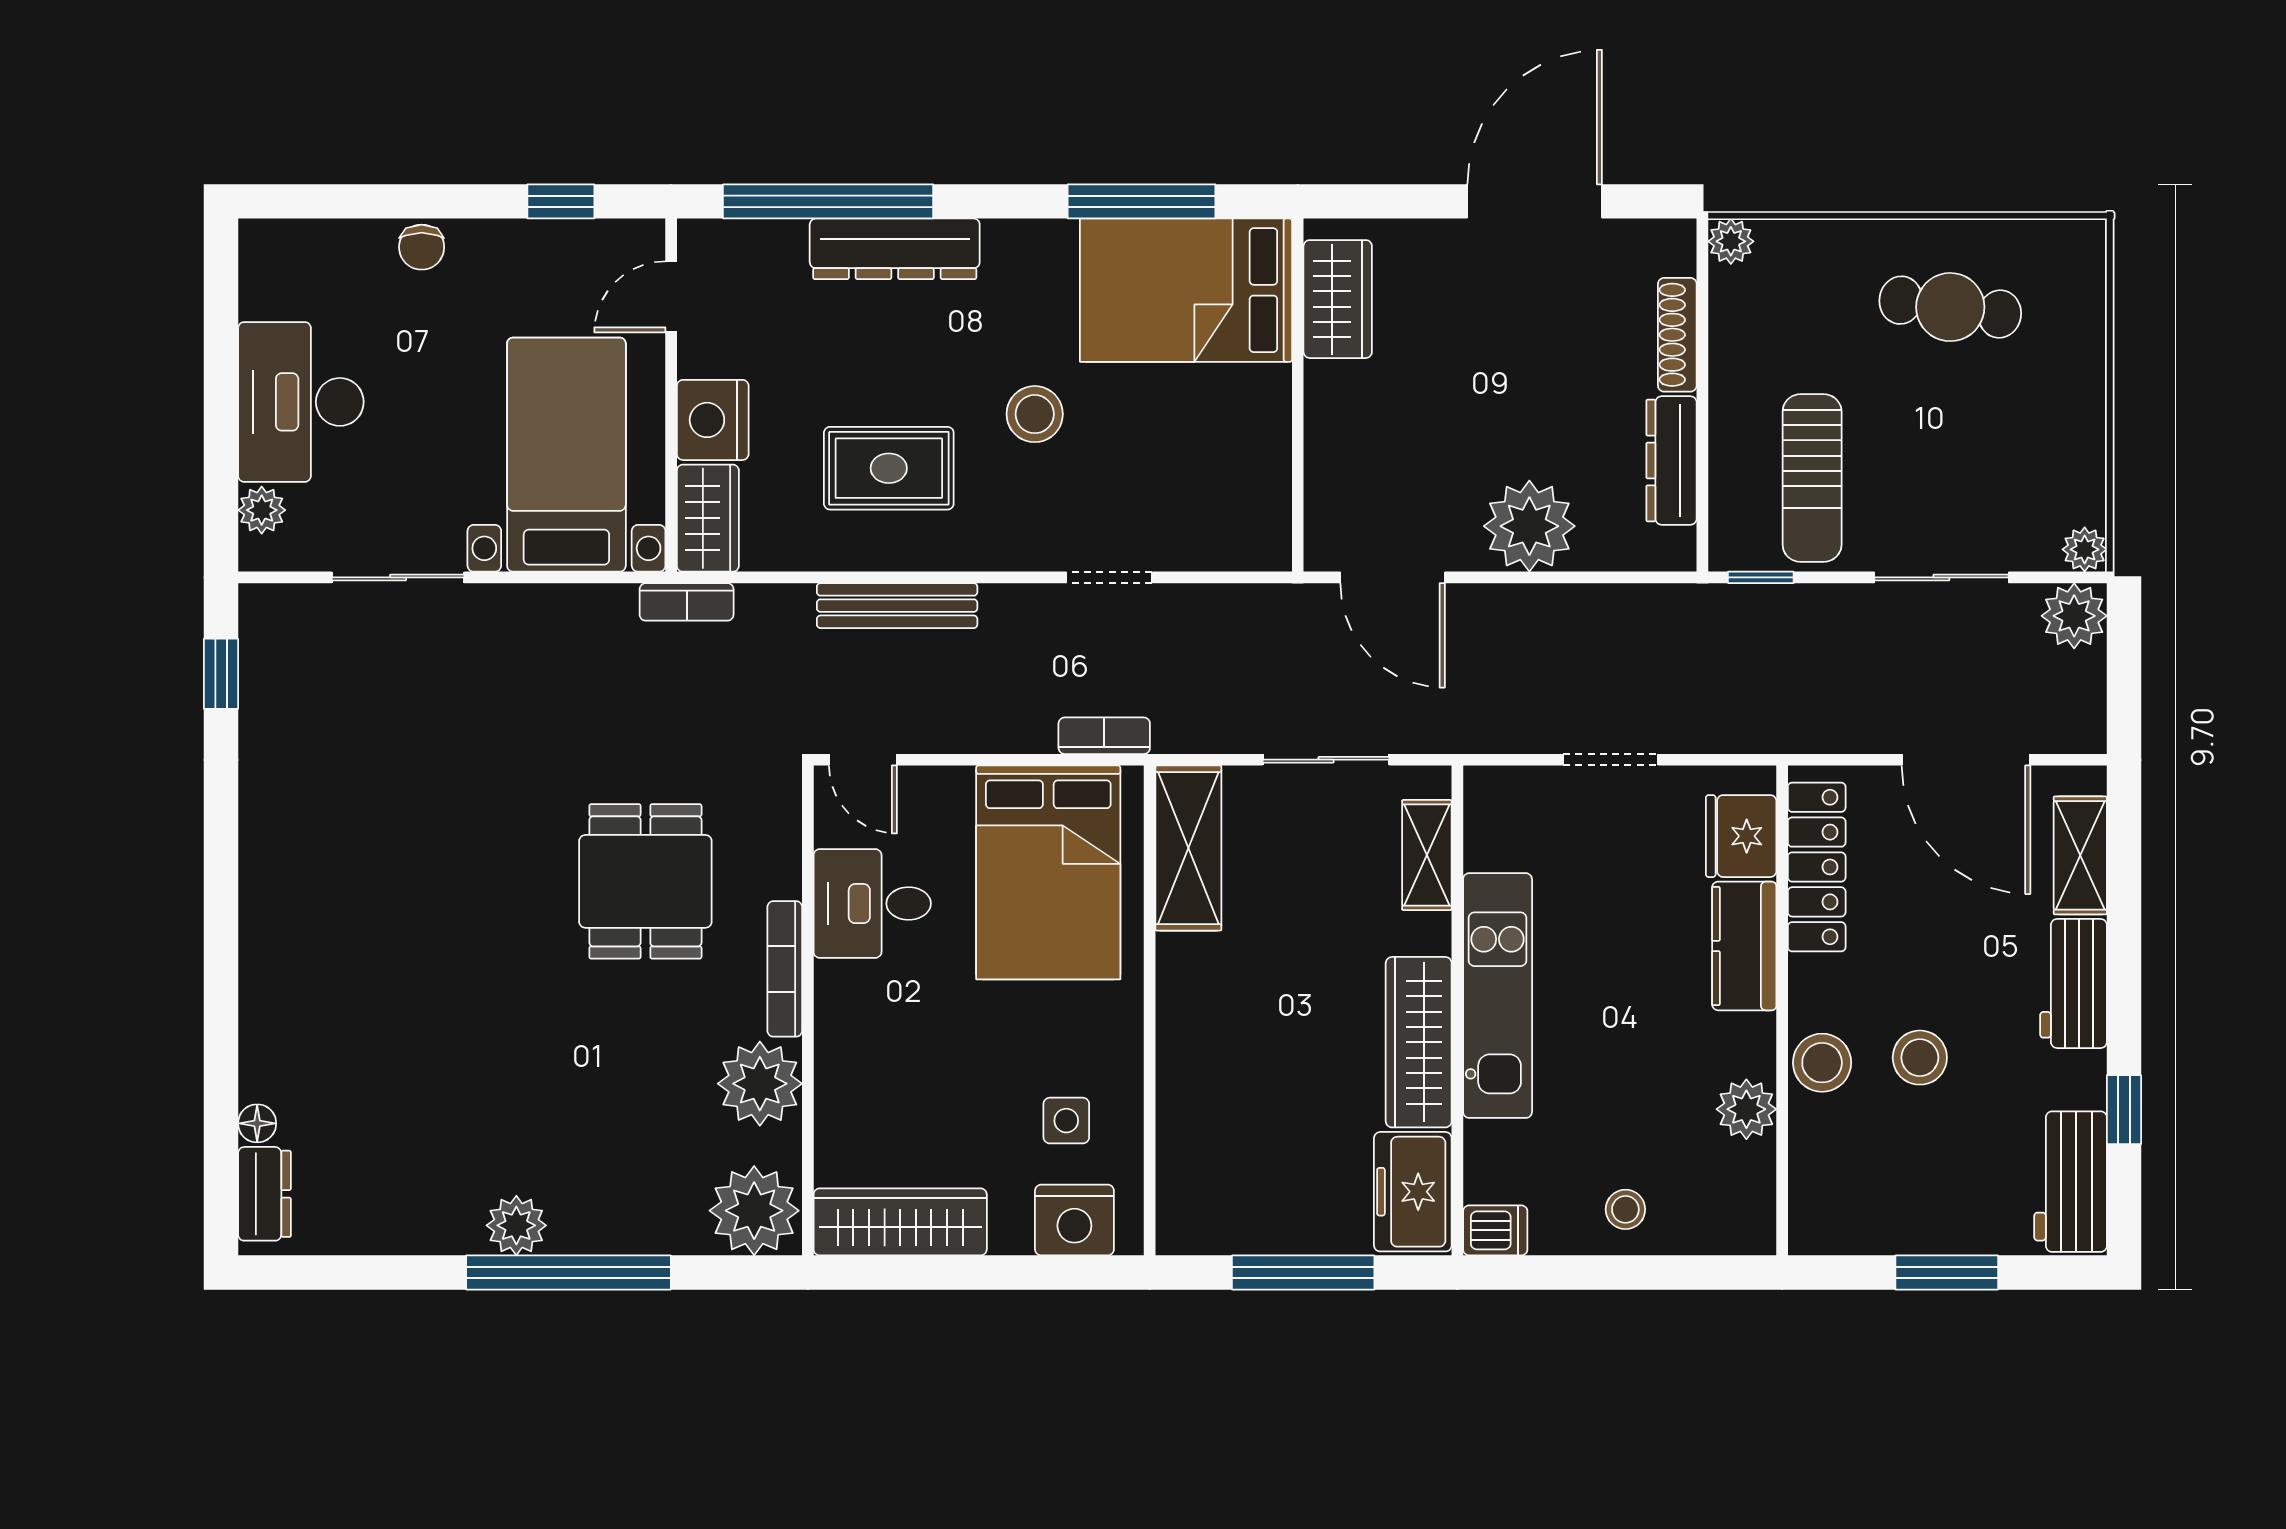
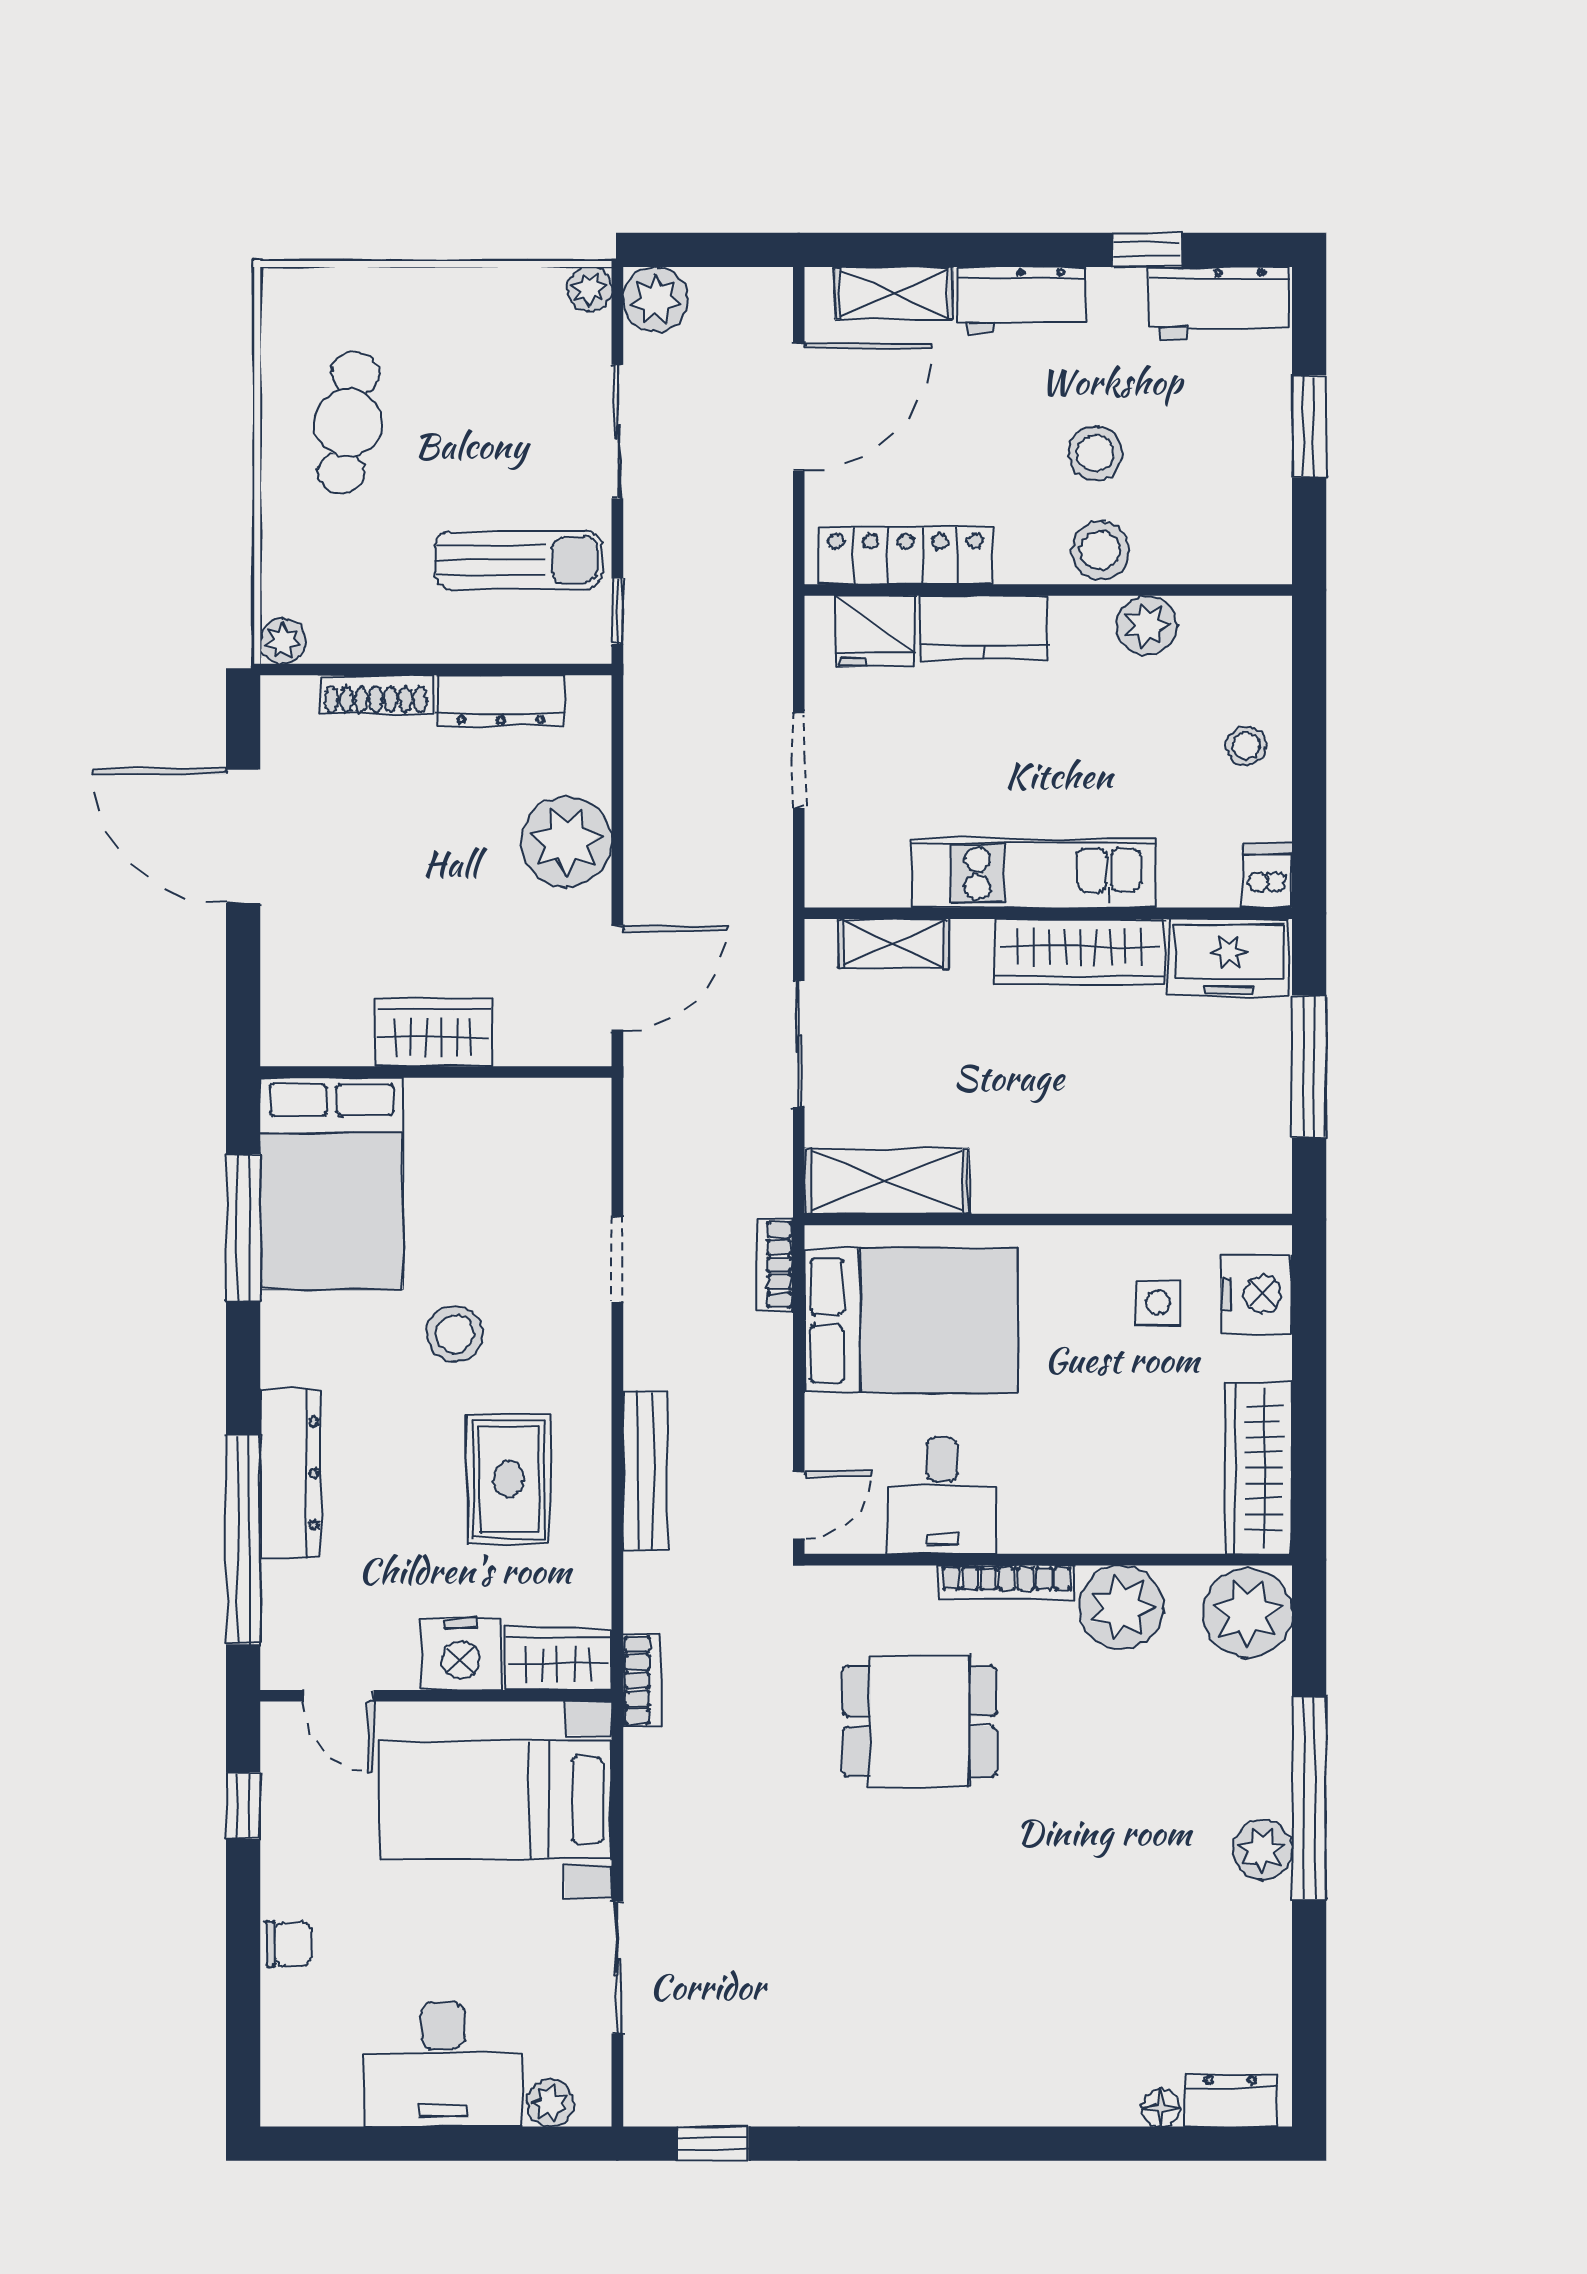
wardrobe: (1338, 299) -> (434, 1032), moved

